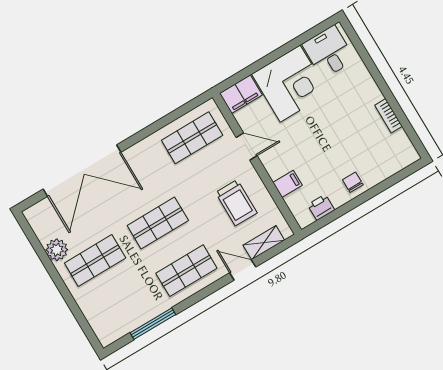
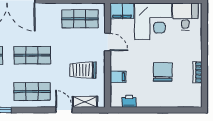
chair: (353, 182) -> (163, 72), moved, width x1.87, depth x1.87
trolley: (236, 203) -> (83, 70), turned 90

